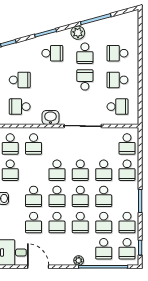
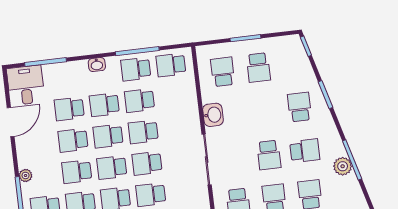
plant: (78, 33) -> (343, 166), moved
school desk: (52, 53) -> (299, 107), turned 180
school desk: (85, 53) -> (305, 151), turned 180
school desk: (85, 80) -> (269, 155), turned 90
school desk: (34, 144) -> (139, 101), moved

